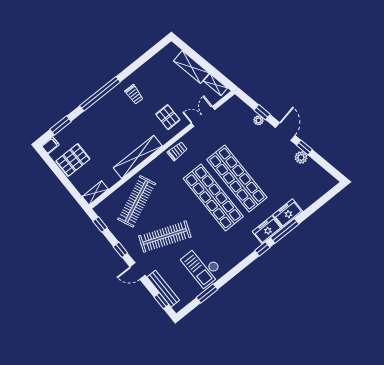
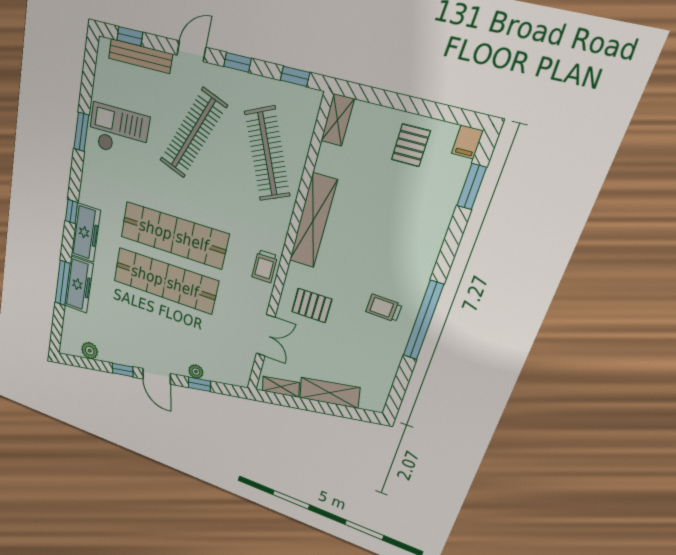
window: (100, 94) -> (423, 320), moved
plant: (301, 157) -> (90, 351), moved
pallet: (73, 160) -> (411, 145), width x0.67, depth x0.71
freezer: (288, 213) -> (79, 285), width x1.40
freezer: (267, 230) -> (86, 233), width x1.40
window: (285, 231) -> (63, 283), moved
window: (207, 293) -> (81, 132), moved

